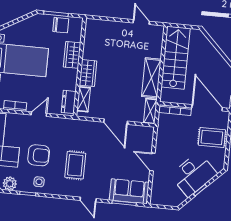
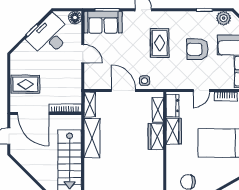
wardrobe: (72, 55) -> (174, 131), moved
desk: (194, 174) -> (50, 36), moved
side table: (39, 182) -> (144, 81), moved
floor lamp: (157, 199) -> (75, 18), added

